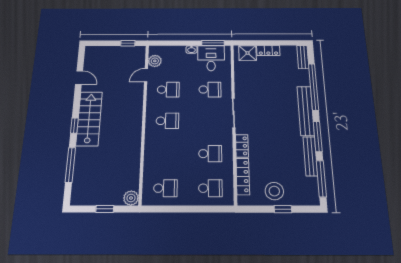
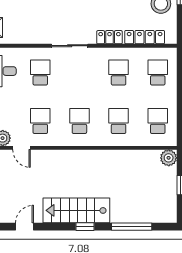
school desk: (166, 154) -> (119, 121), added

